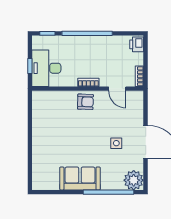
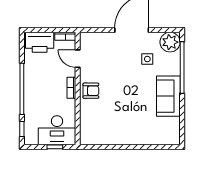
printer: (137, 44) -> (40, 42), width x1.87, depth x1.48
door: (117, 89) -> (78, 59), swing flipped
armchair: (85, 102) -> (91, 91), turned 88
side table: (116, 143) -> (147, 59), moved

